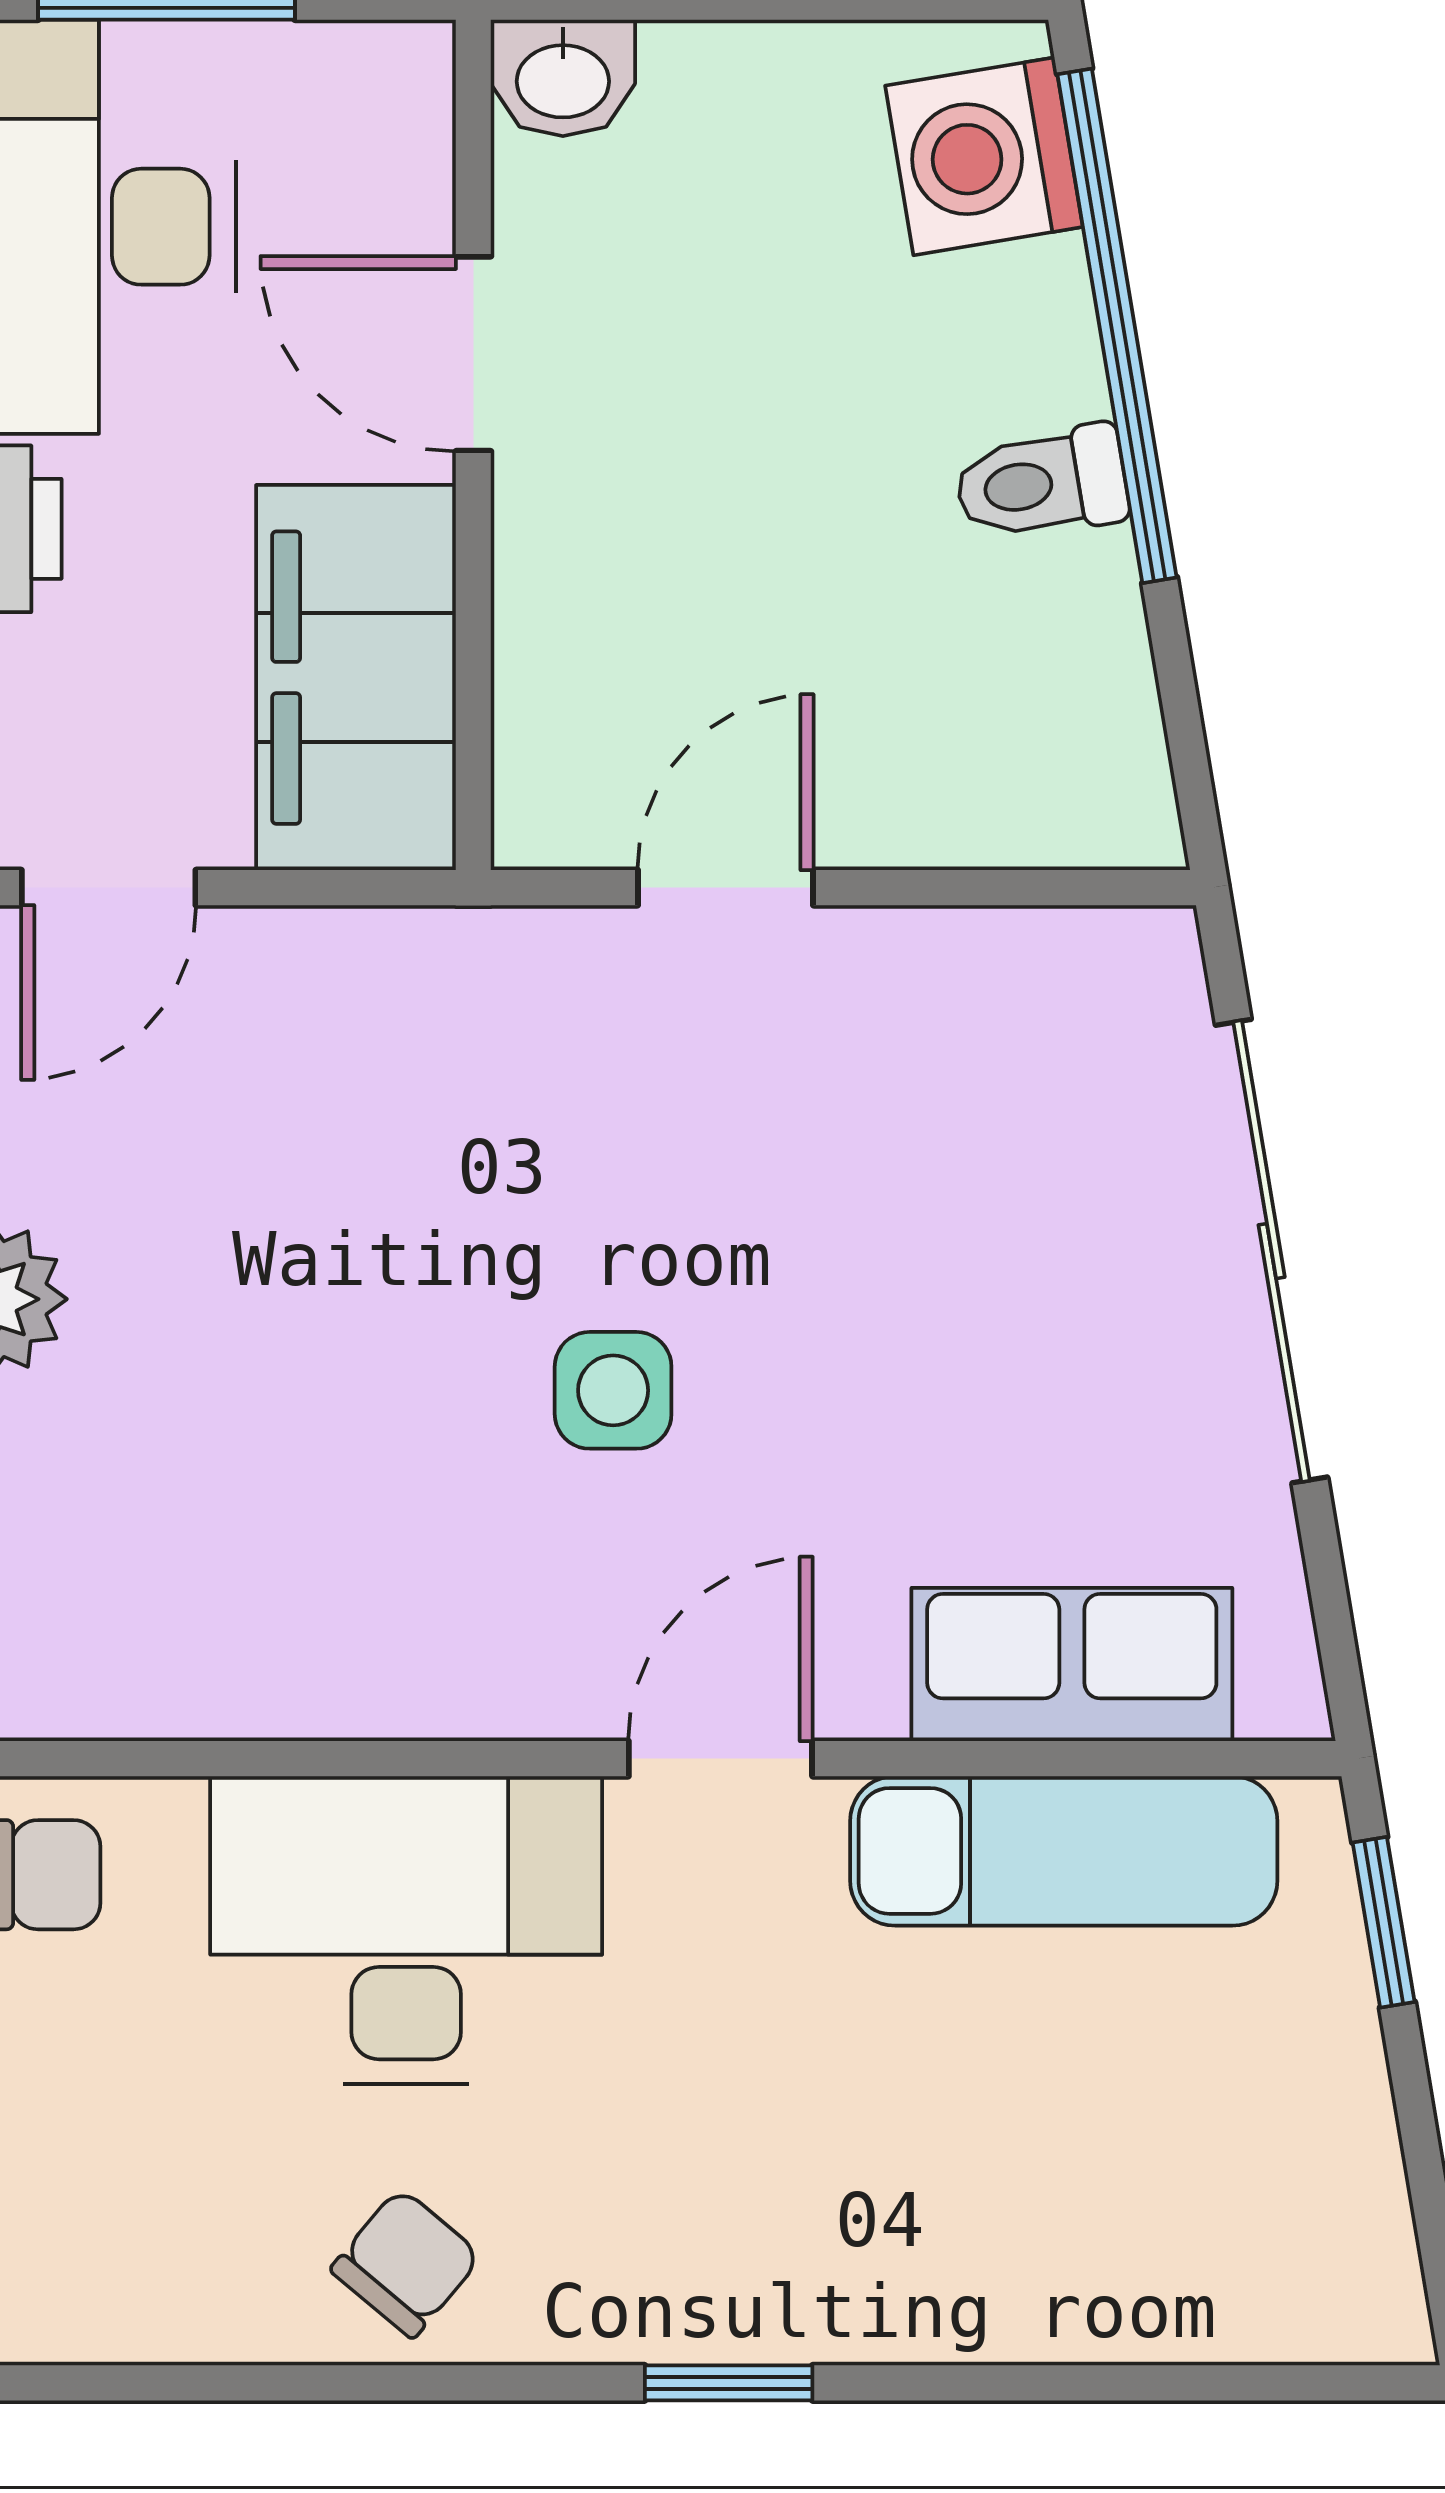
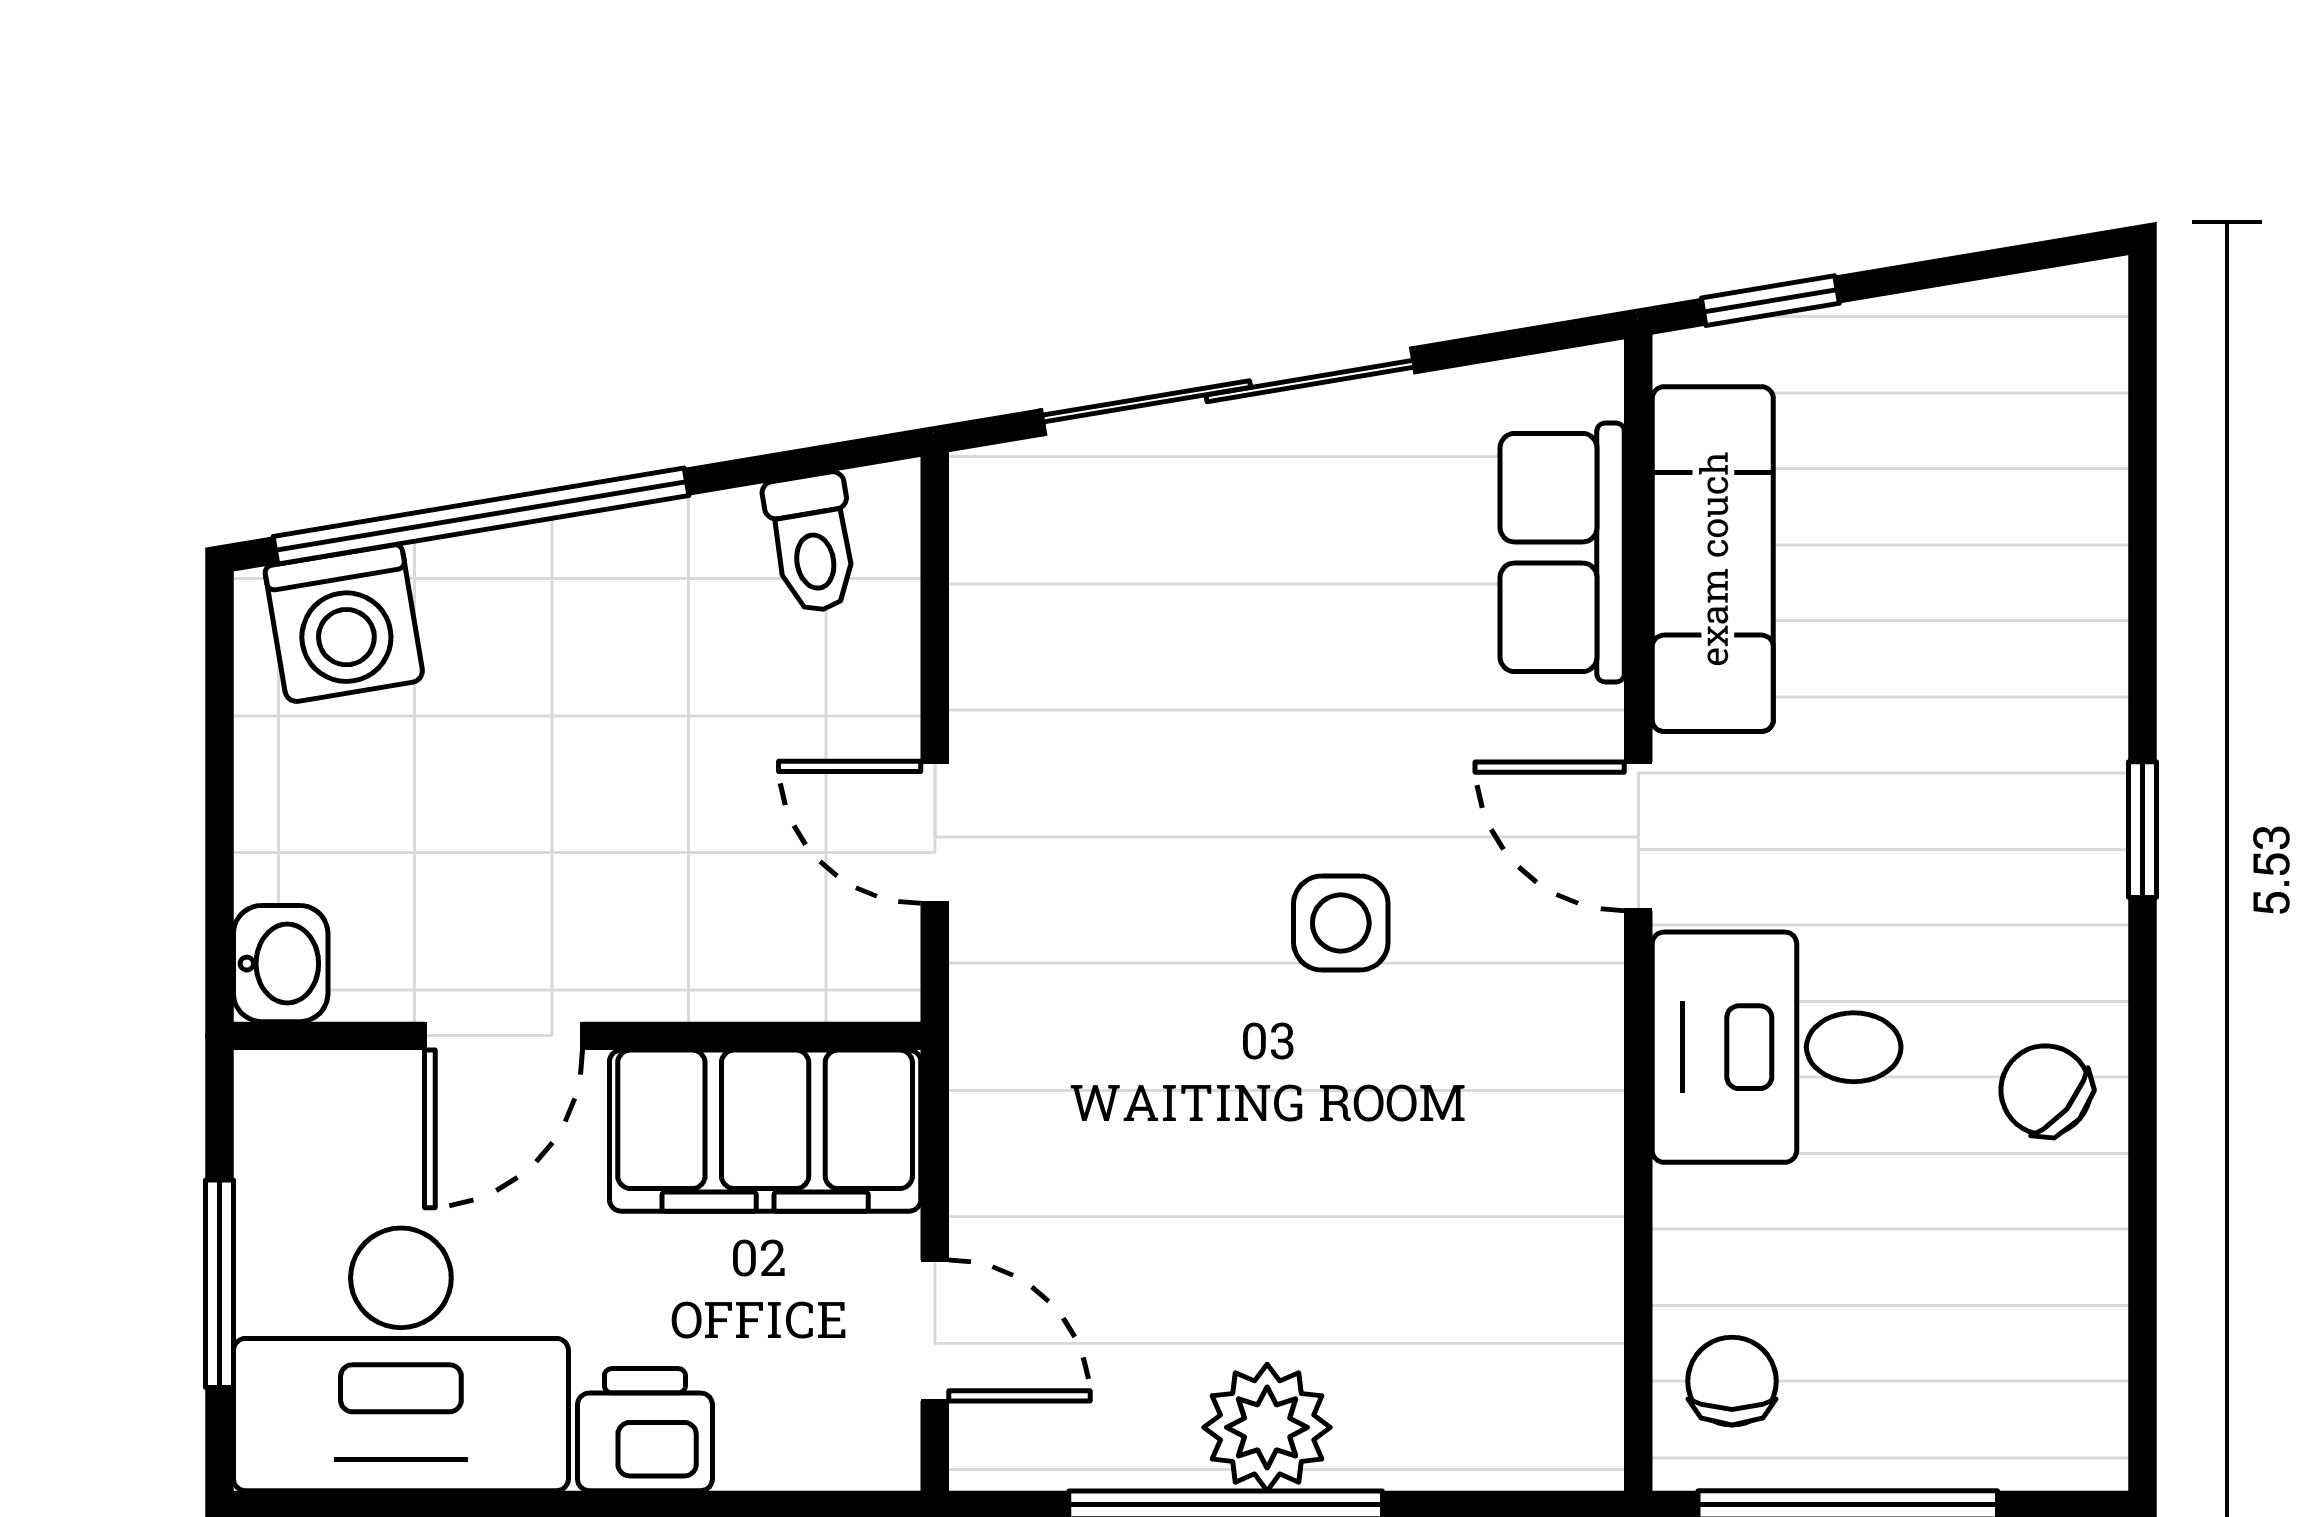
toilet: (1041, 483) -> (812, 543), moved
desk: (406, 1930) -> (1777, 1047), width x0.73

